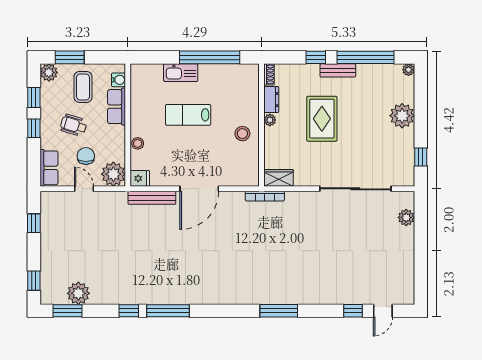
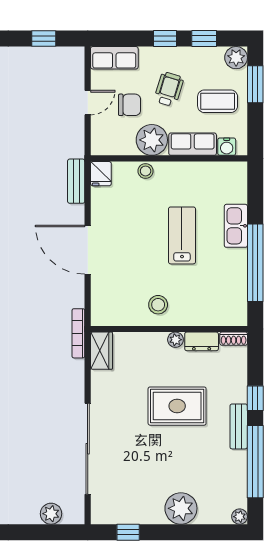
plant: (113, 174) -> (152, 140), moved
bench: (152, 198) -> (76, 181), width x0.73

